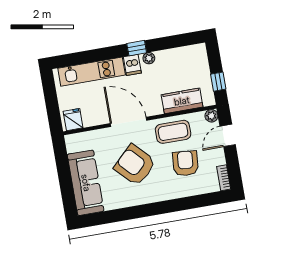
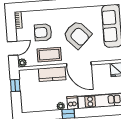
kitchen counter: (182, 101) -> (52, 74), moved
armchair: (185, 163) -> (43, 32), turned 85

